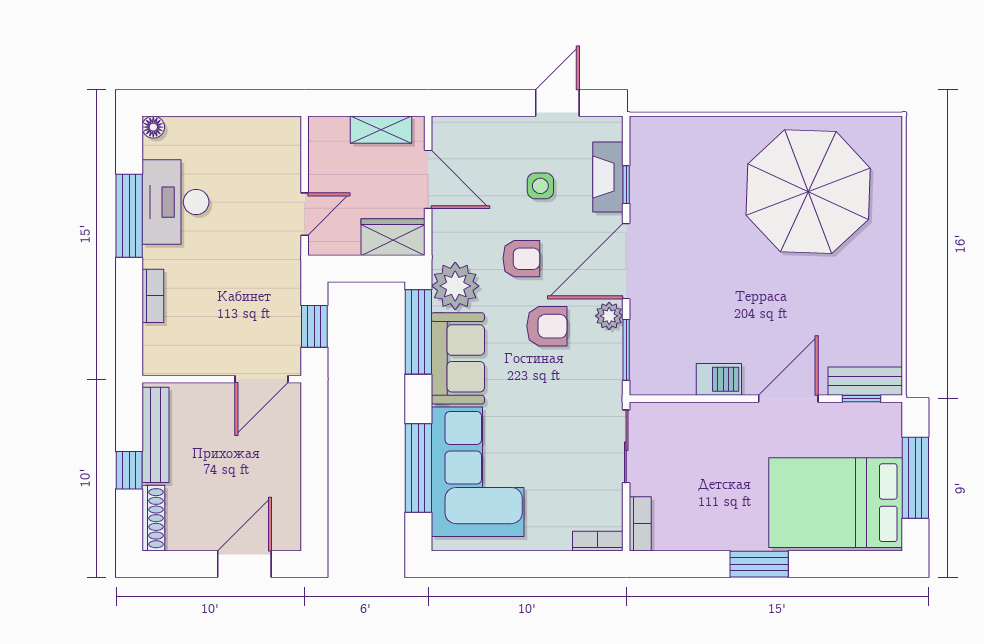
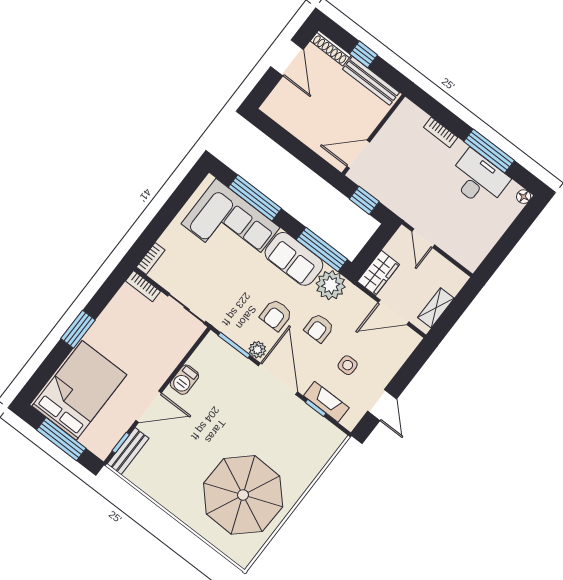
door: (262, 379) -> (358, 154), hinge flipped
door: (788, 399) -> (149, 407), hinge flipped
door: (244, 564) -> (287, 58), moved

